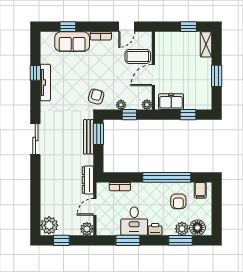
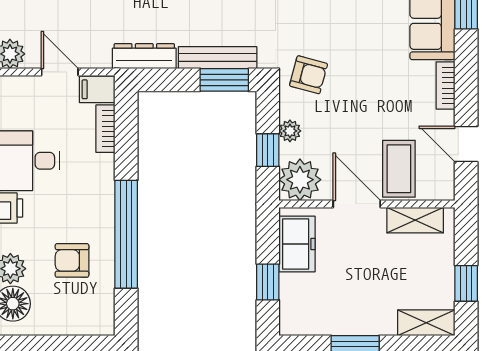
shelving: (161, 49) -> (415, 220), added
plant: (147, 105) -> (300, 180), width x1.88, depth x1.88
dresser: (88, 180) -> (144, 56), moved
filing cabinet: (200, 190) -> (97, 89), moved

